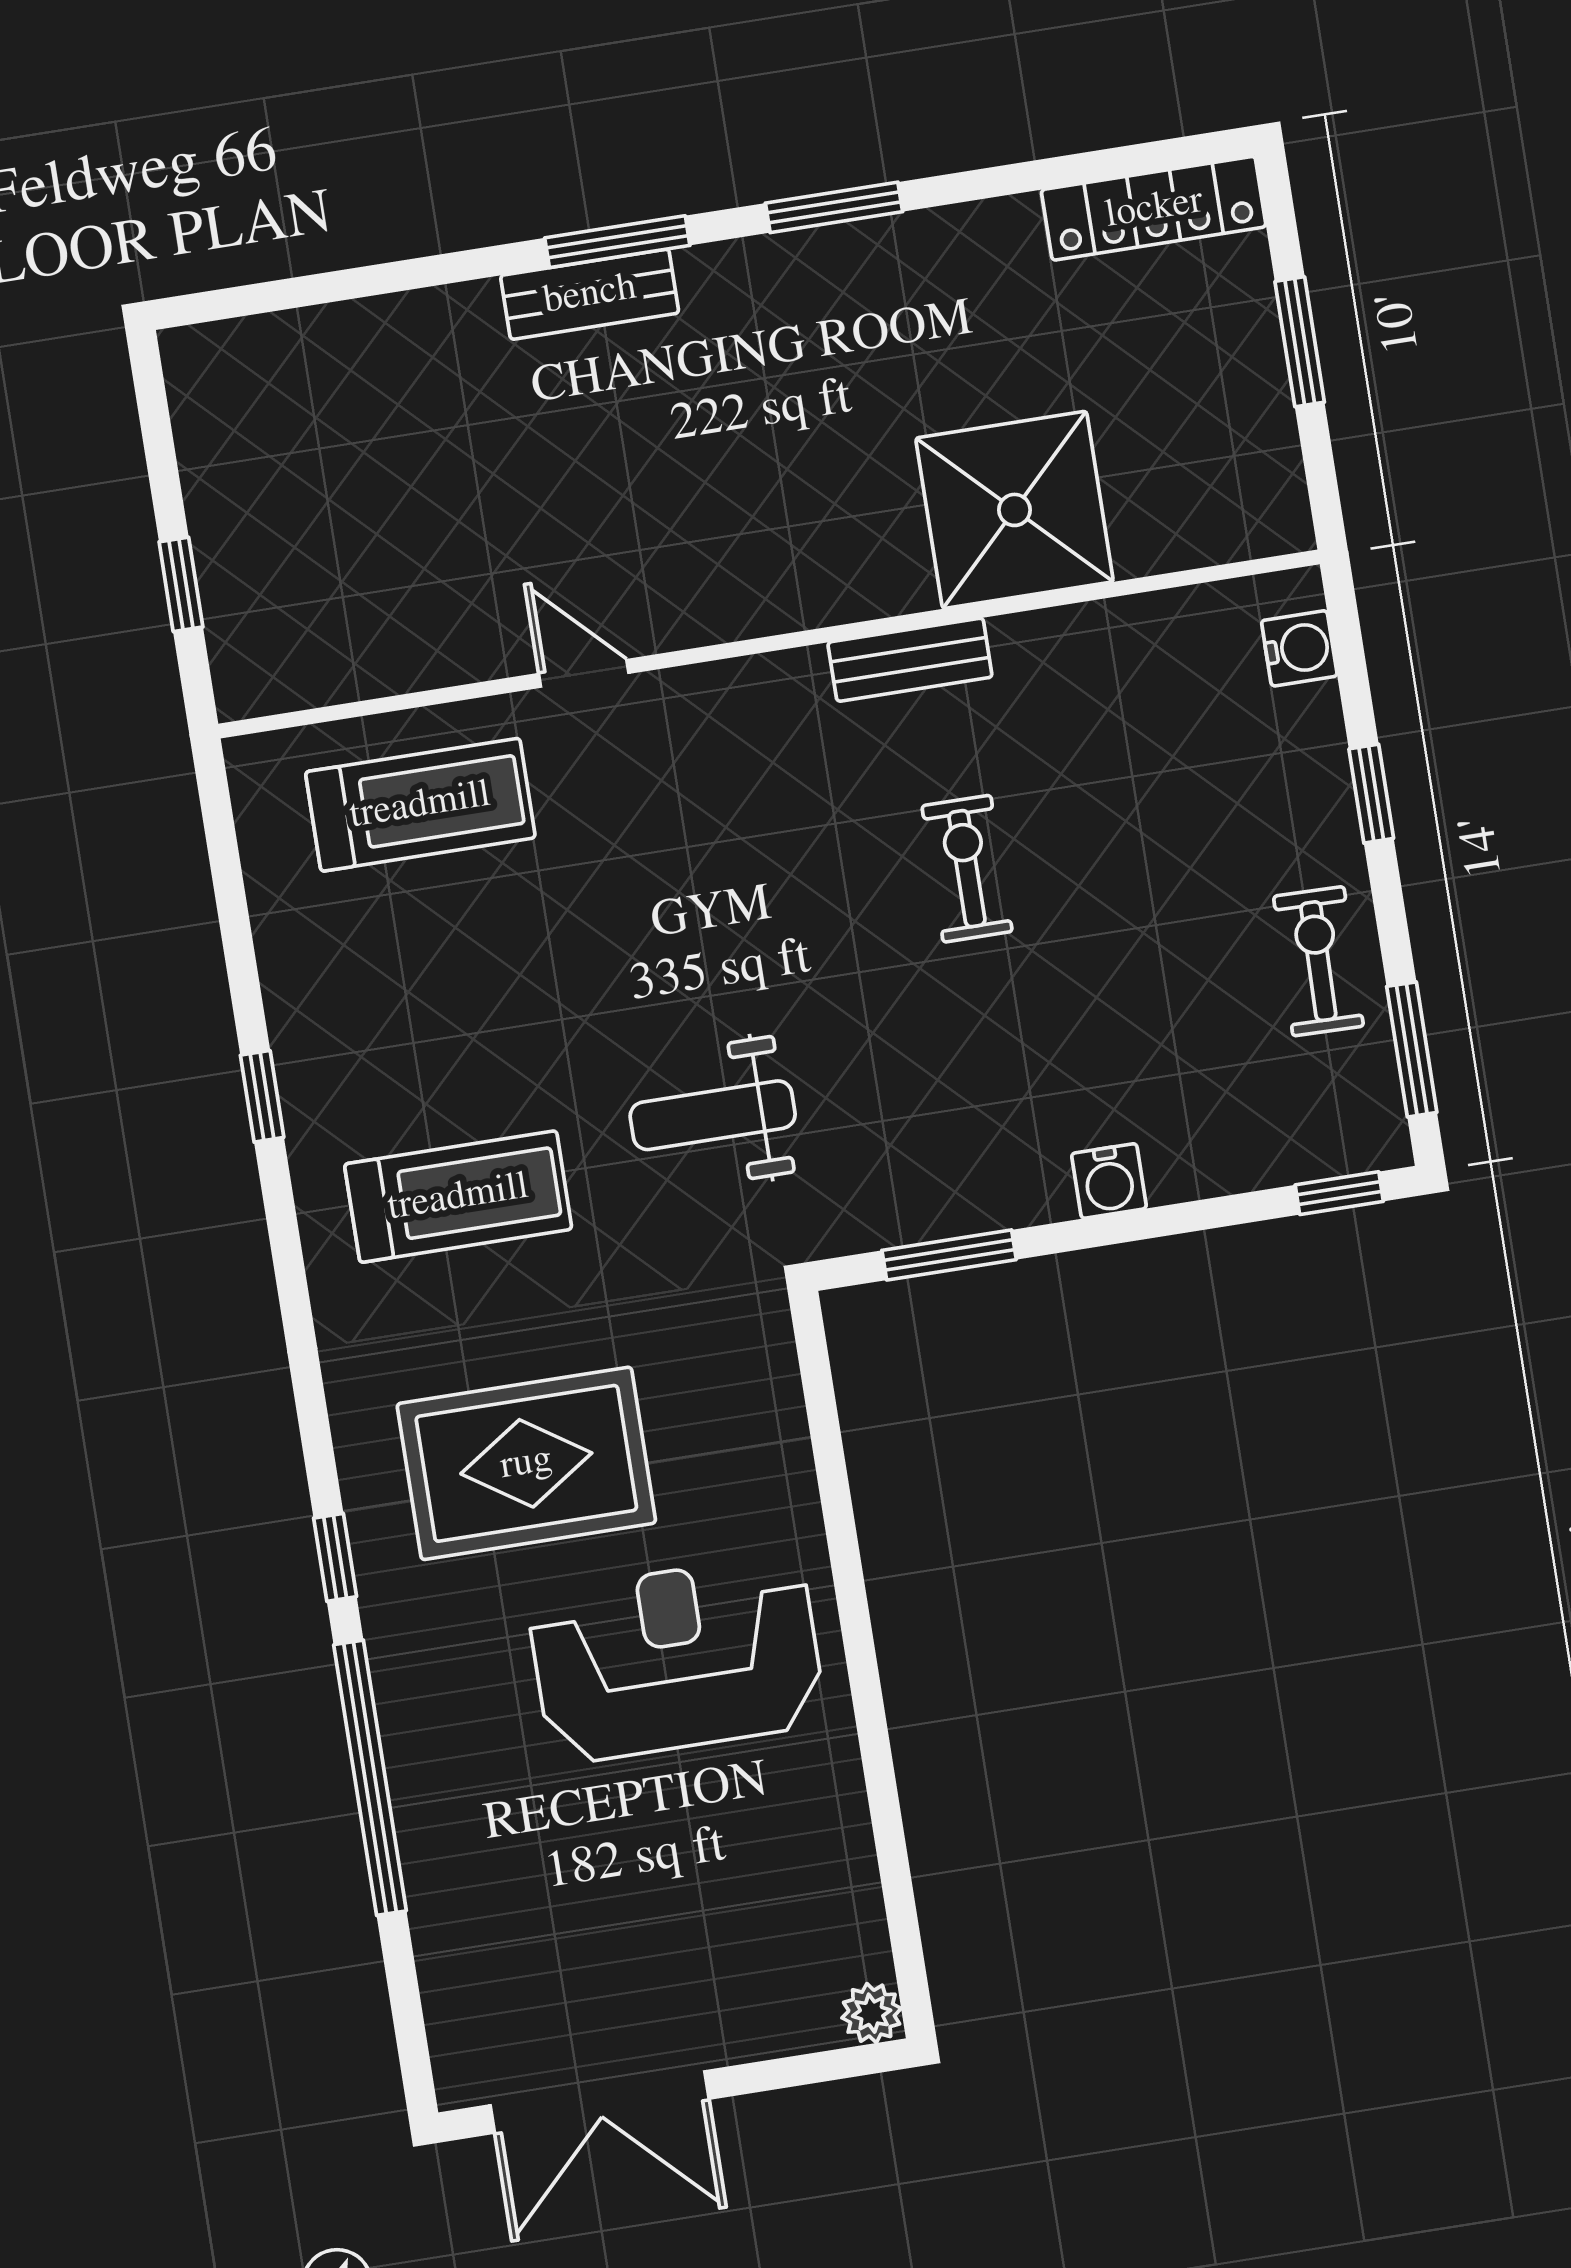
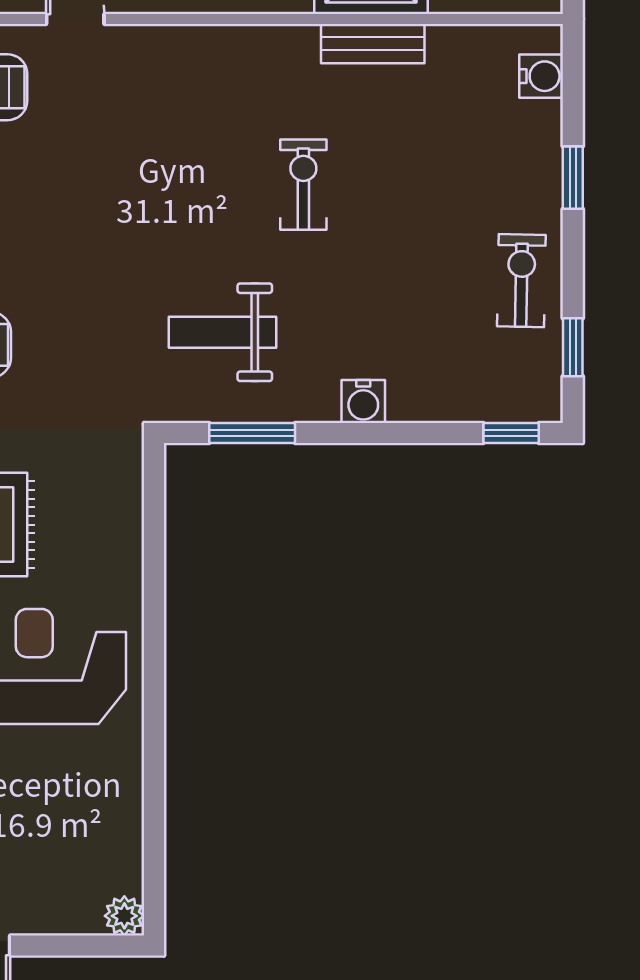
bench: (910, 660) -> (373, 44), moved
window: (1412, 1049) -> (573, 347), width x0.67
weight bench: (713, 1115) -> (223, 332), moved

